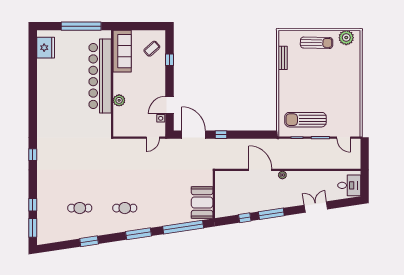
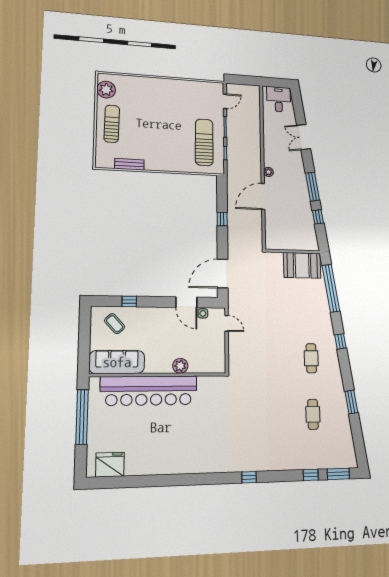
sun lounger: (305, 120) -> (204, 142), turned 180
window: (221, 135) -> (222, 219), moved
window: (139, 234) -> (340, 341), width x0.46

